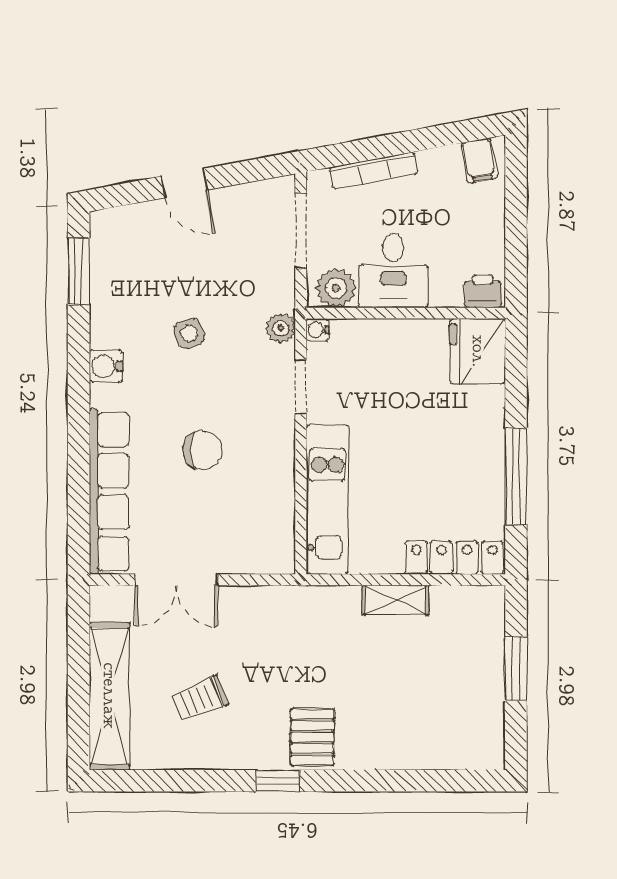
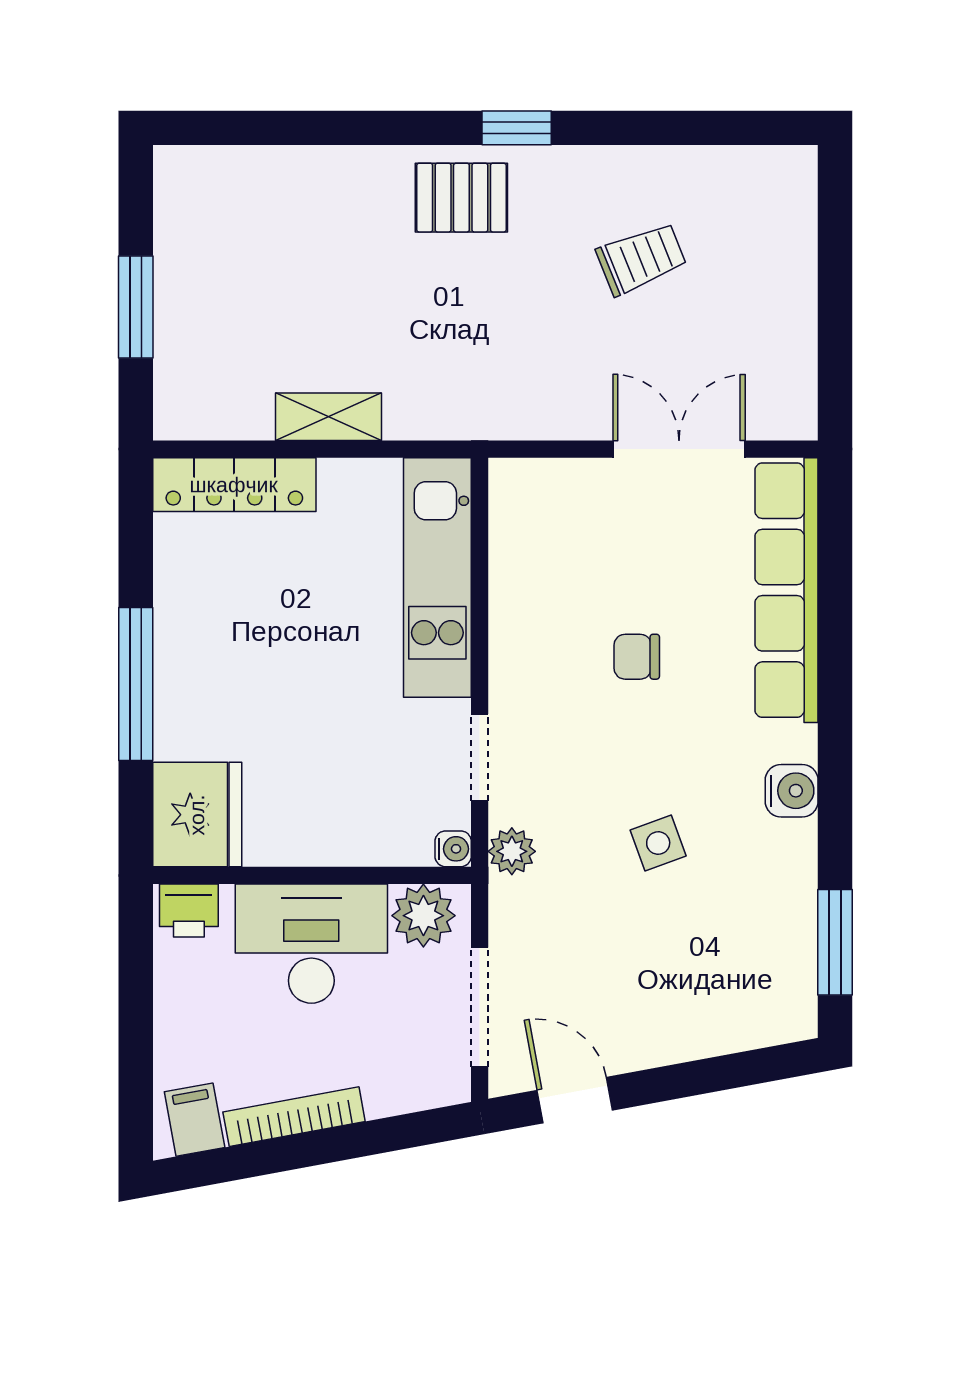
bookcase: (374, 170) -> (294, 1117), moved
door: (184, 183) -> (575, 1100), moved
desk: (393, 270) -> (311, 944), width x1.37
chair: (203, 450) -> (637, 657), width x0.73, depth x0.73
window: (516, 477) -> (136, 684), moved
shelving: (109, 696) -> (786, 263), removed
pallet: (312, 737) -> (461, 198), turned 90

